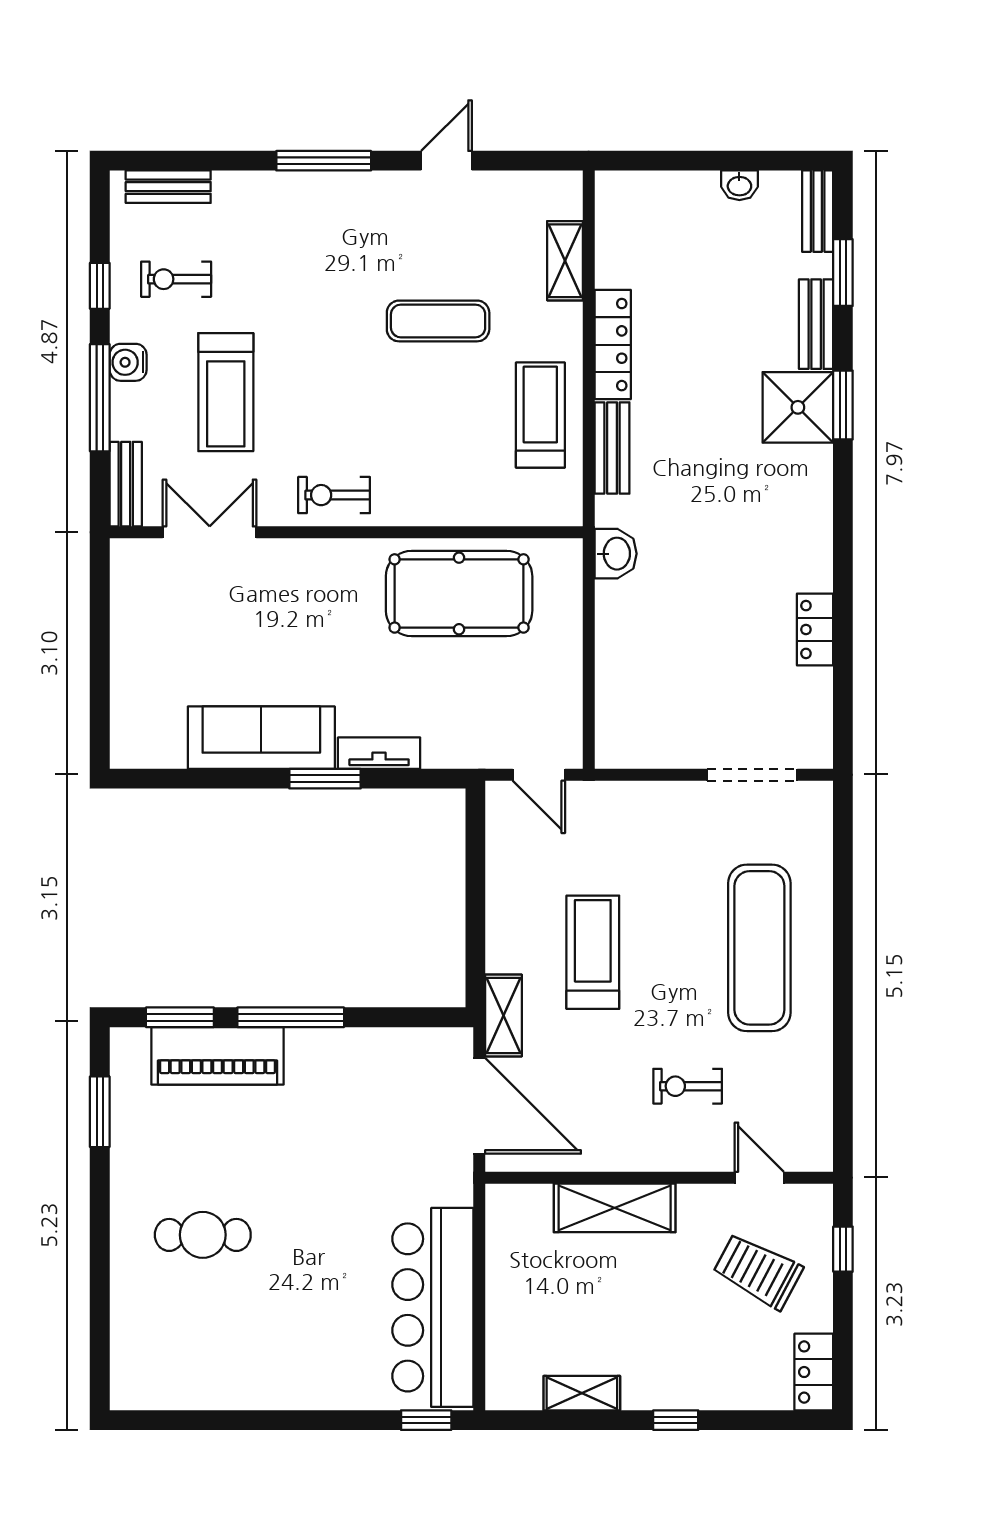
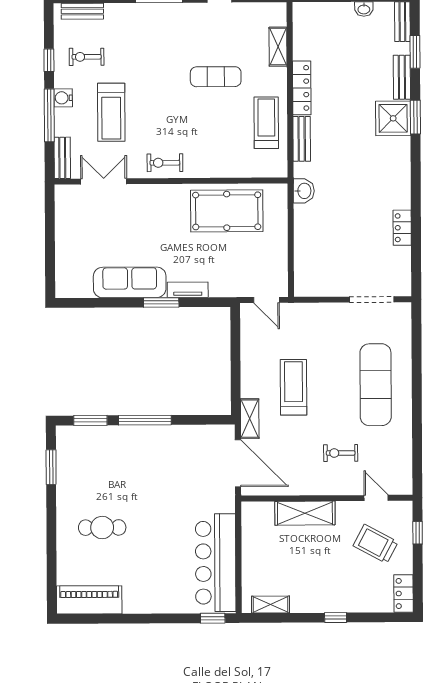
piano: (218, 1056) -> (89, 600), moved, turned 180
shelving: (582, 1393) -> (270, 605), moved

